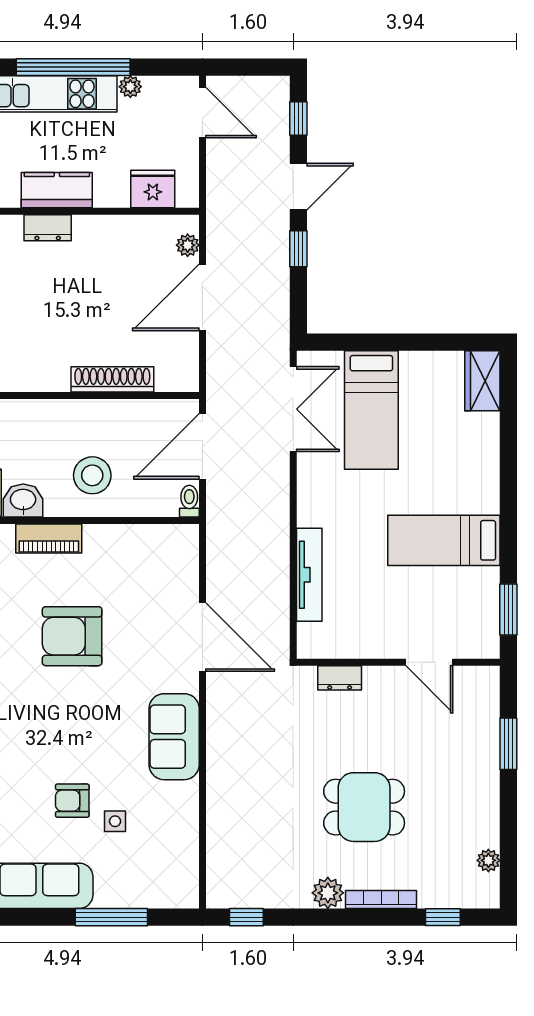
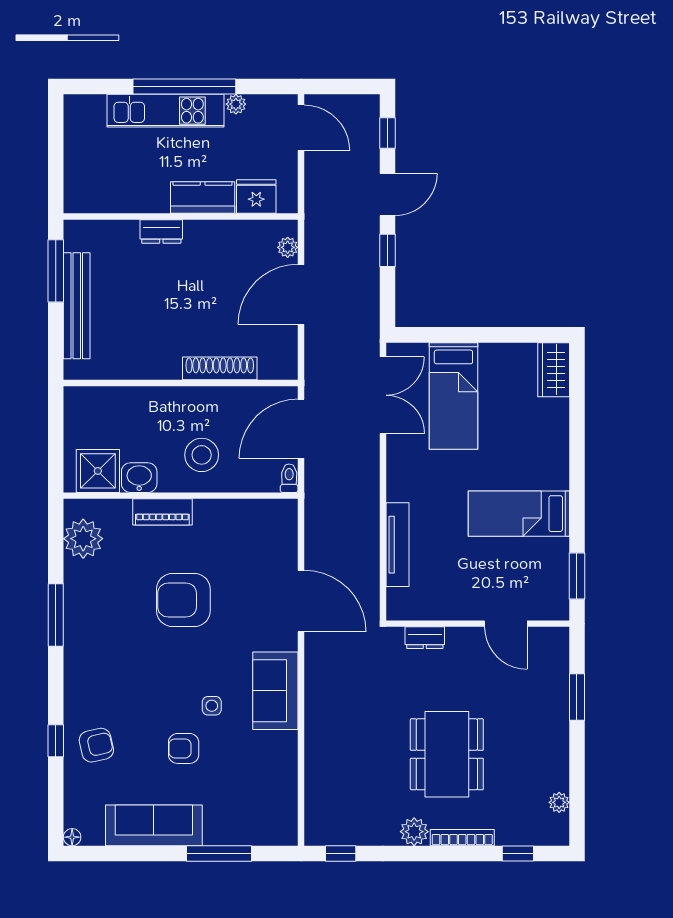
kitchen counter: (57, 190) -> (203, 198), moved
dining table: (364, 807) -> (447, 754), width x1.38
side table: (115, 821) -> (212, 706), moved

